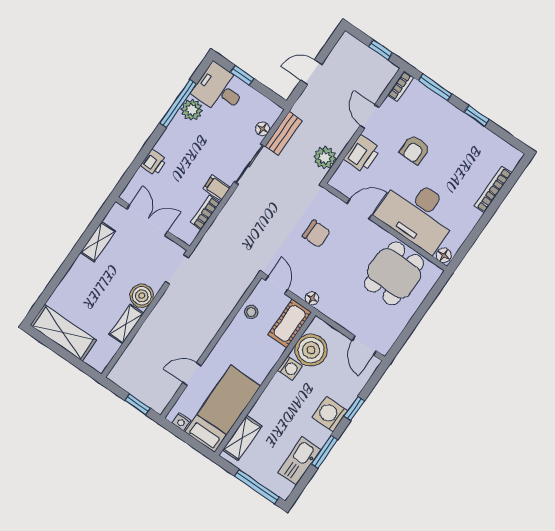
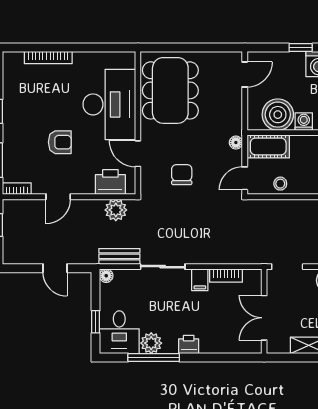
floor lamp: (263, 129) -> (106, 276), moved
printer: (362, 154) -> (110, 182), moved
printer: (154, 162) -> (189, 344), moved
floor lamp: (444, 255) -> (128, 61), removed
dining table: (394, 273) -> (170, 90), width x1.38

